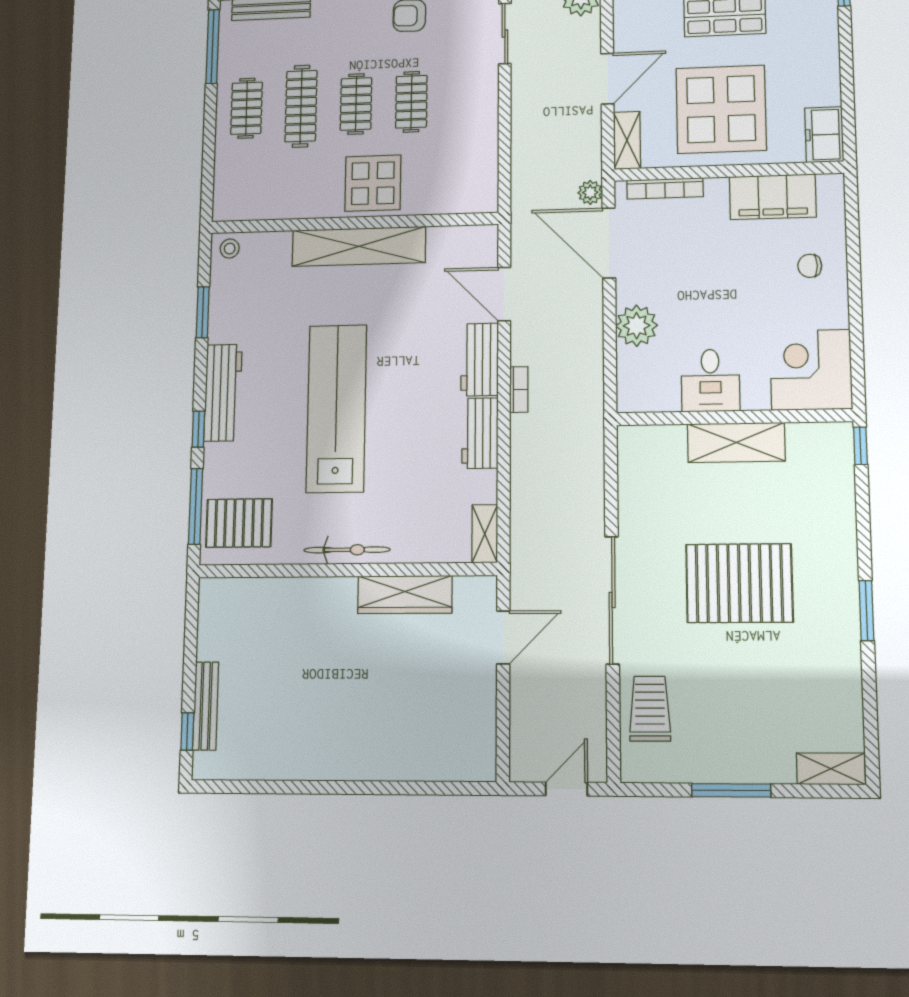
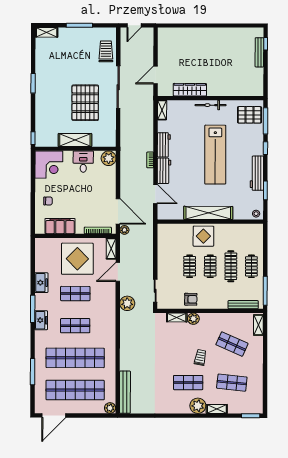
freezer: (824, 135) -> (41, 283), moved
plant: (637, 326) -> (109, 158), moved
workbench: (223, 393) -> (257, 173), moved
pallet: (739, 583) -> (85, 103), moved, turned 90
trolley: (650, 709) -> (106, 51), turned 180

